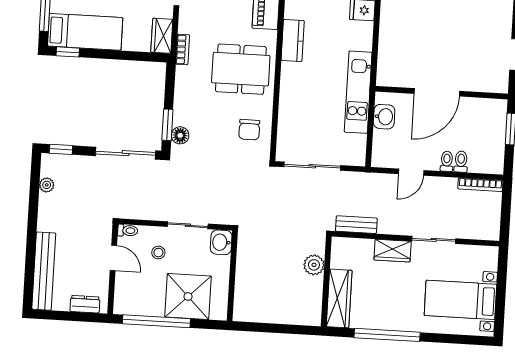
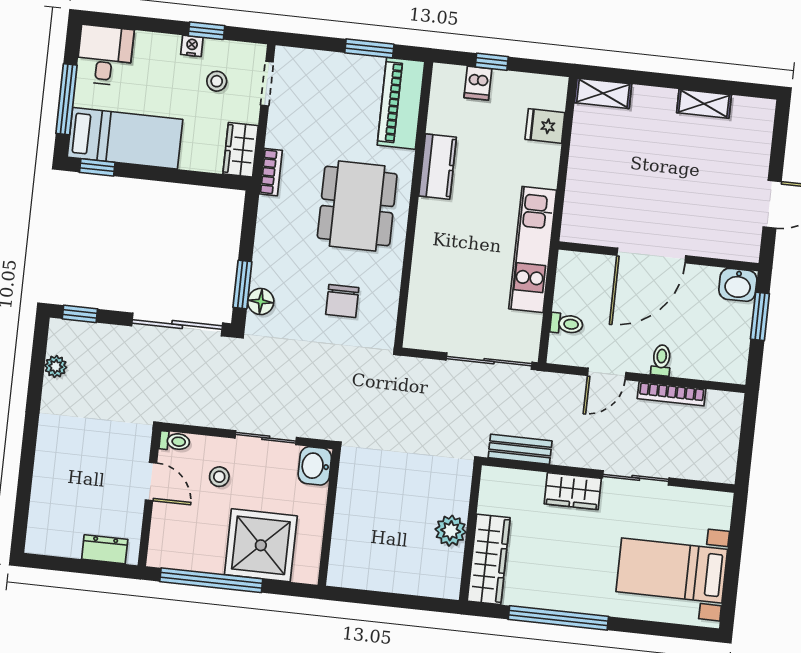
dining table: (241, 69) -> (357, 206), turned 90
washbasin: (384, 117) -> (738, 285), moved, turned 90
chair: (249, 130) -> (342, 301), moved
toilet: (461, 162) -> (567, 324), moved, turned 90
sliding door: (312, 166) -> (489, 361), moved
bookcase: (480, 185) -> (672, 394), moved
plant: (314, 265) -> (451, 531), moved
bench: (44, 271) -> (45, 496), removed

